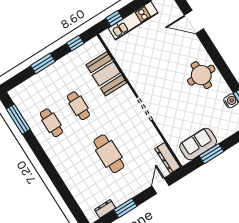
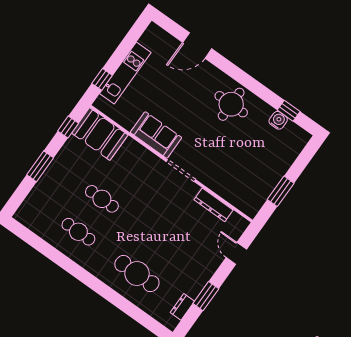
booth: (106, 74) -> (100, 134), moved
window: (18, 119) -> (38, 243), removed
sofa: (198, 144) -> (156, 135), moved, turned 90
cafe table: (109, 154) -> (137, 274), moved
dresser: (167, 158) -> (214, 205), moved

